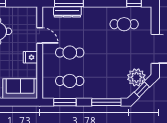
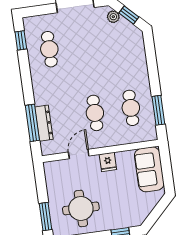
plant: (136, 77) -> (113, 17), width x0.53, depth x0.53
window: (106, 102) -> (151, 58), removed

